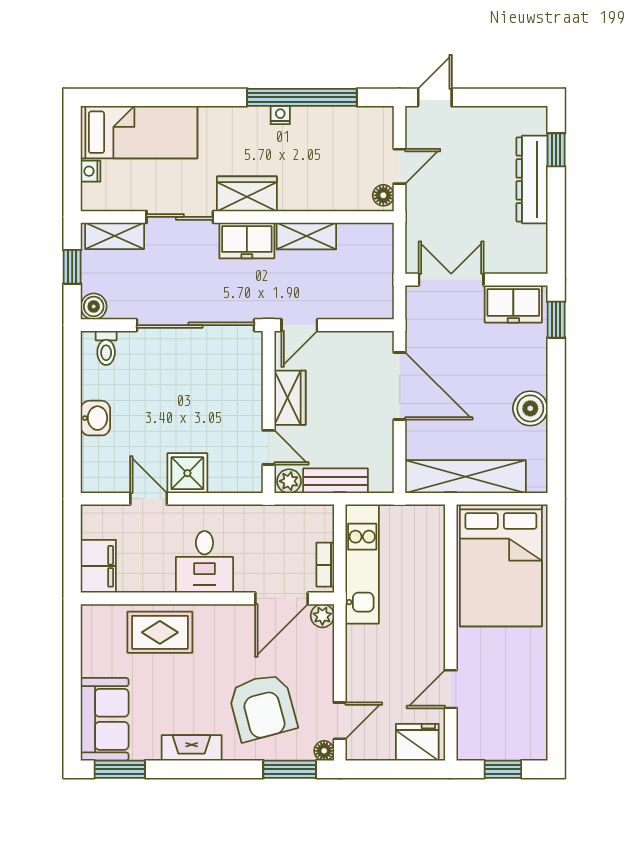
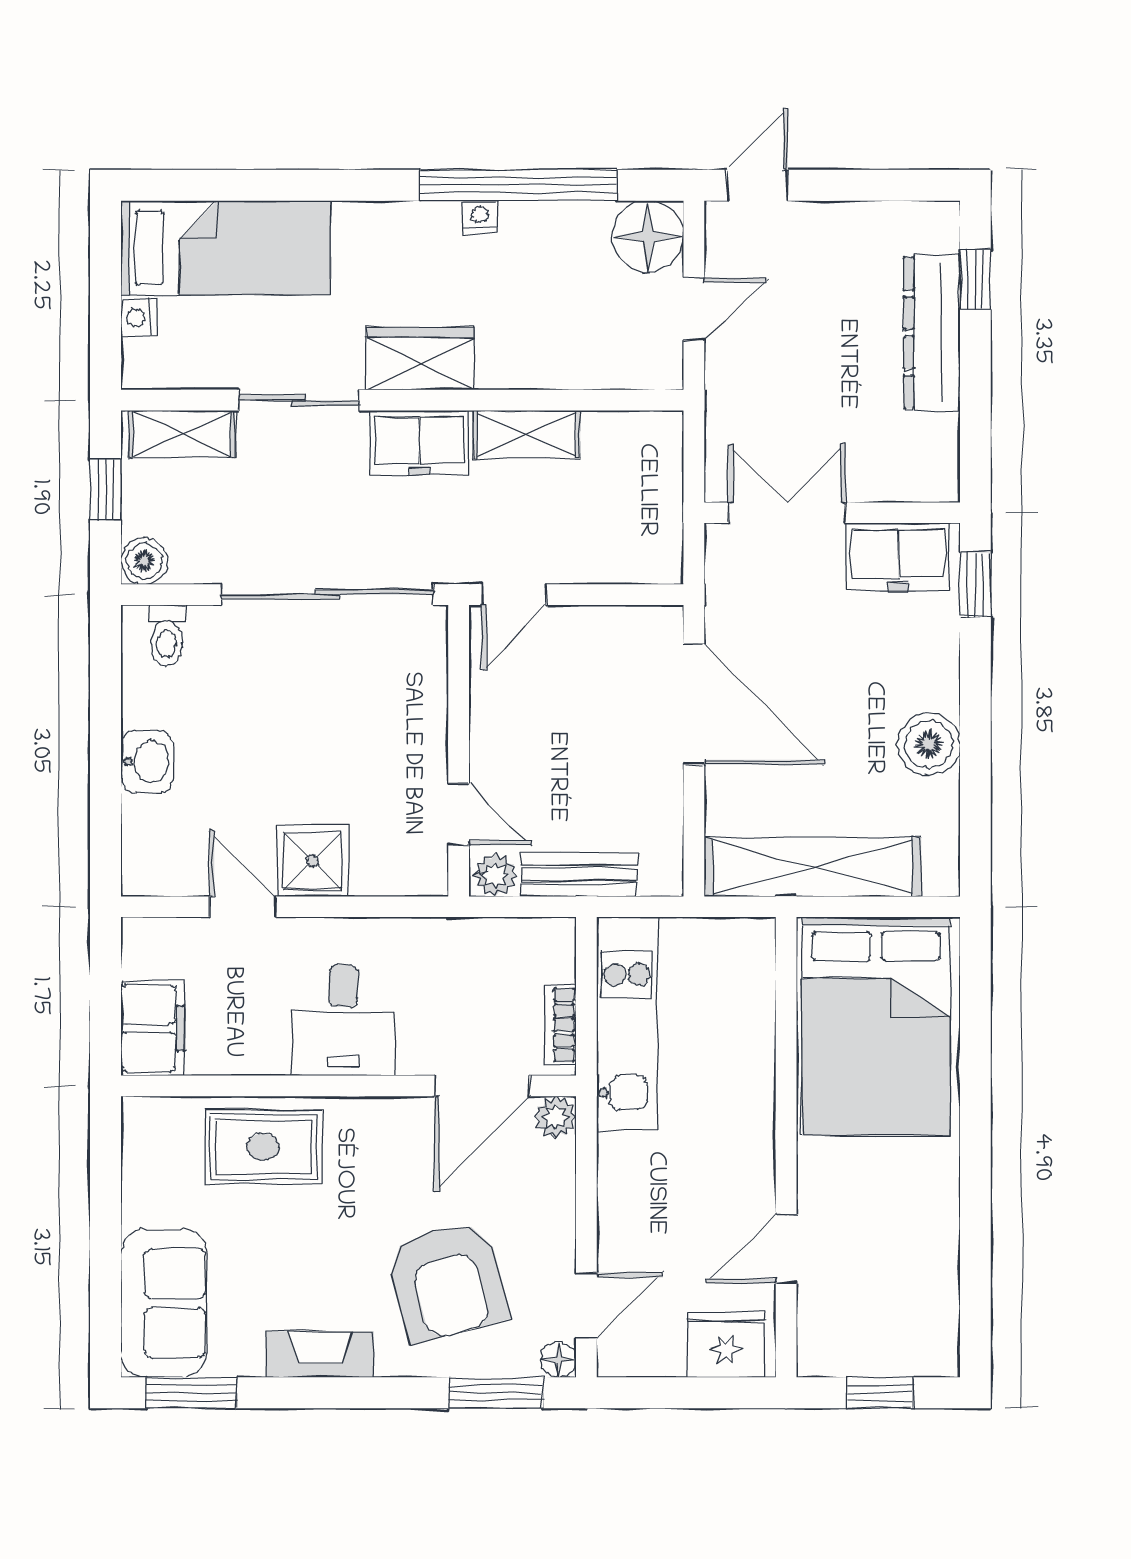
floor lamp: (383, 195) -> (648, 236), moved, width x1.89, depth x1.89
wardrobe: (290, 398) -> (497, 725), removed

